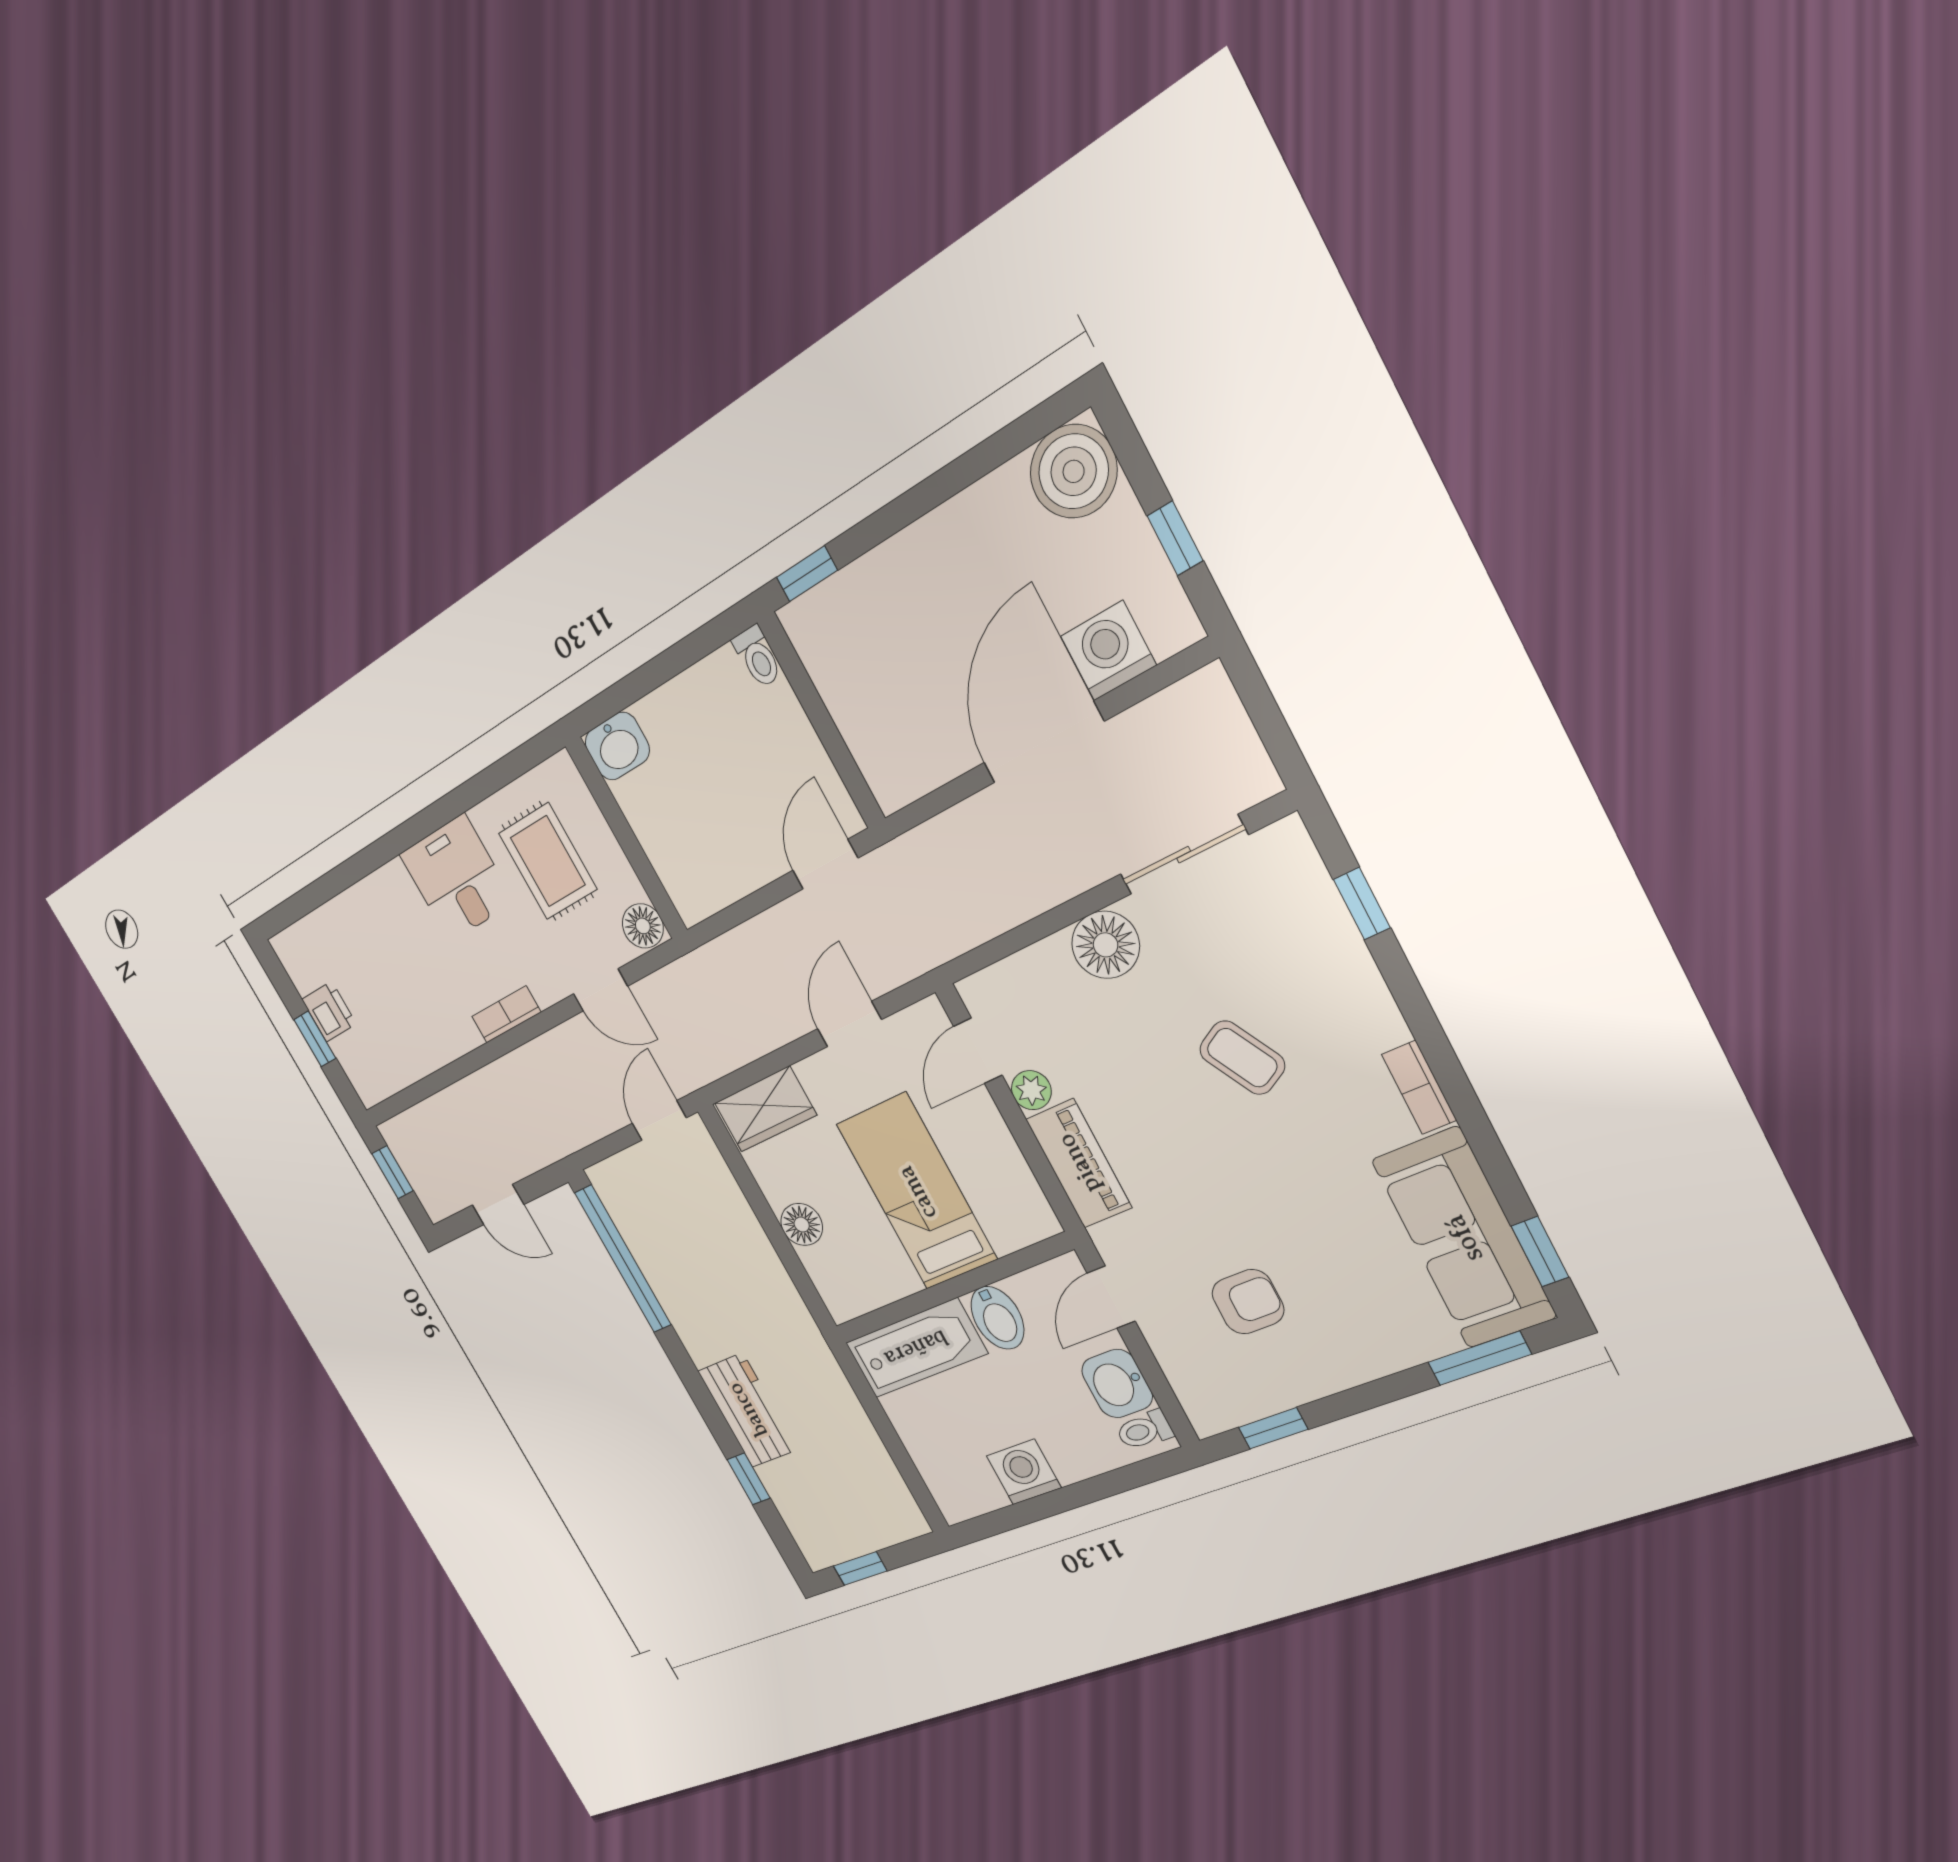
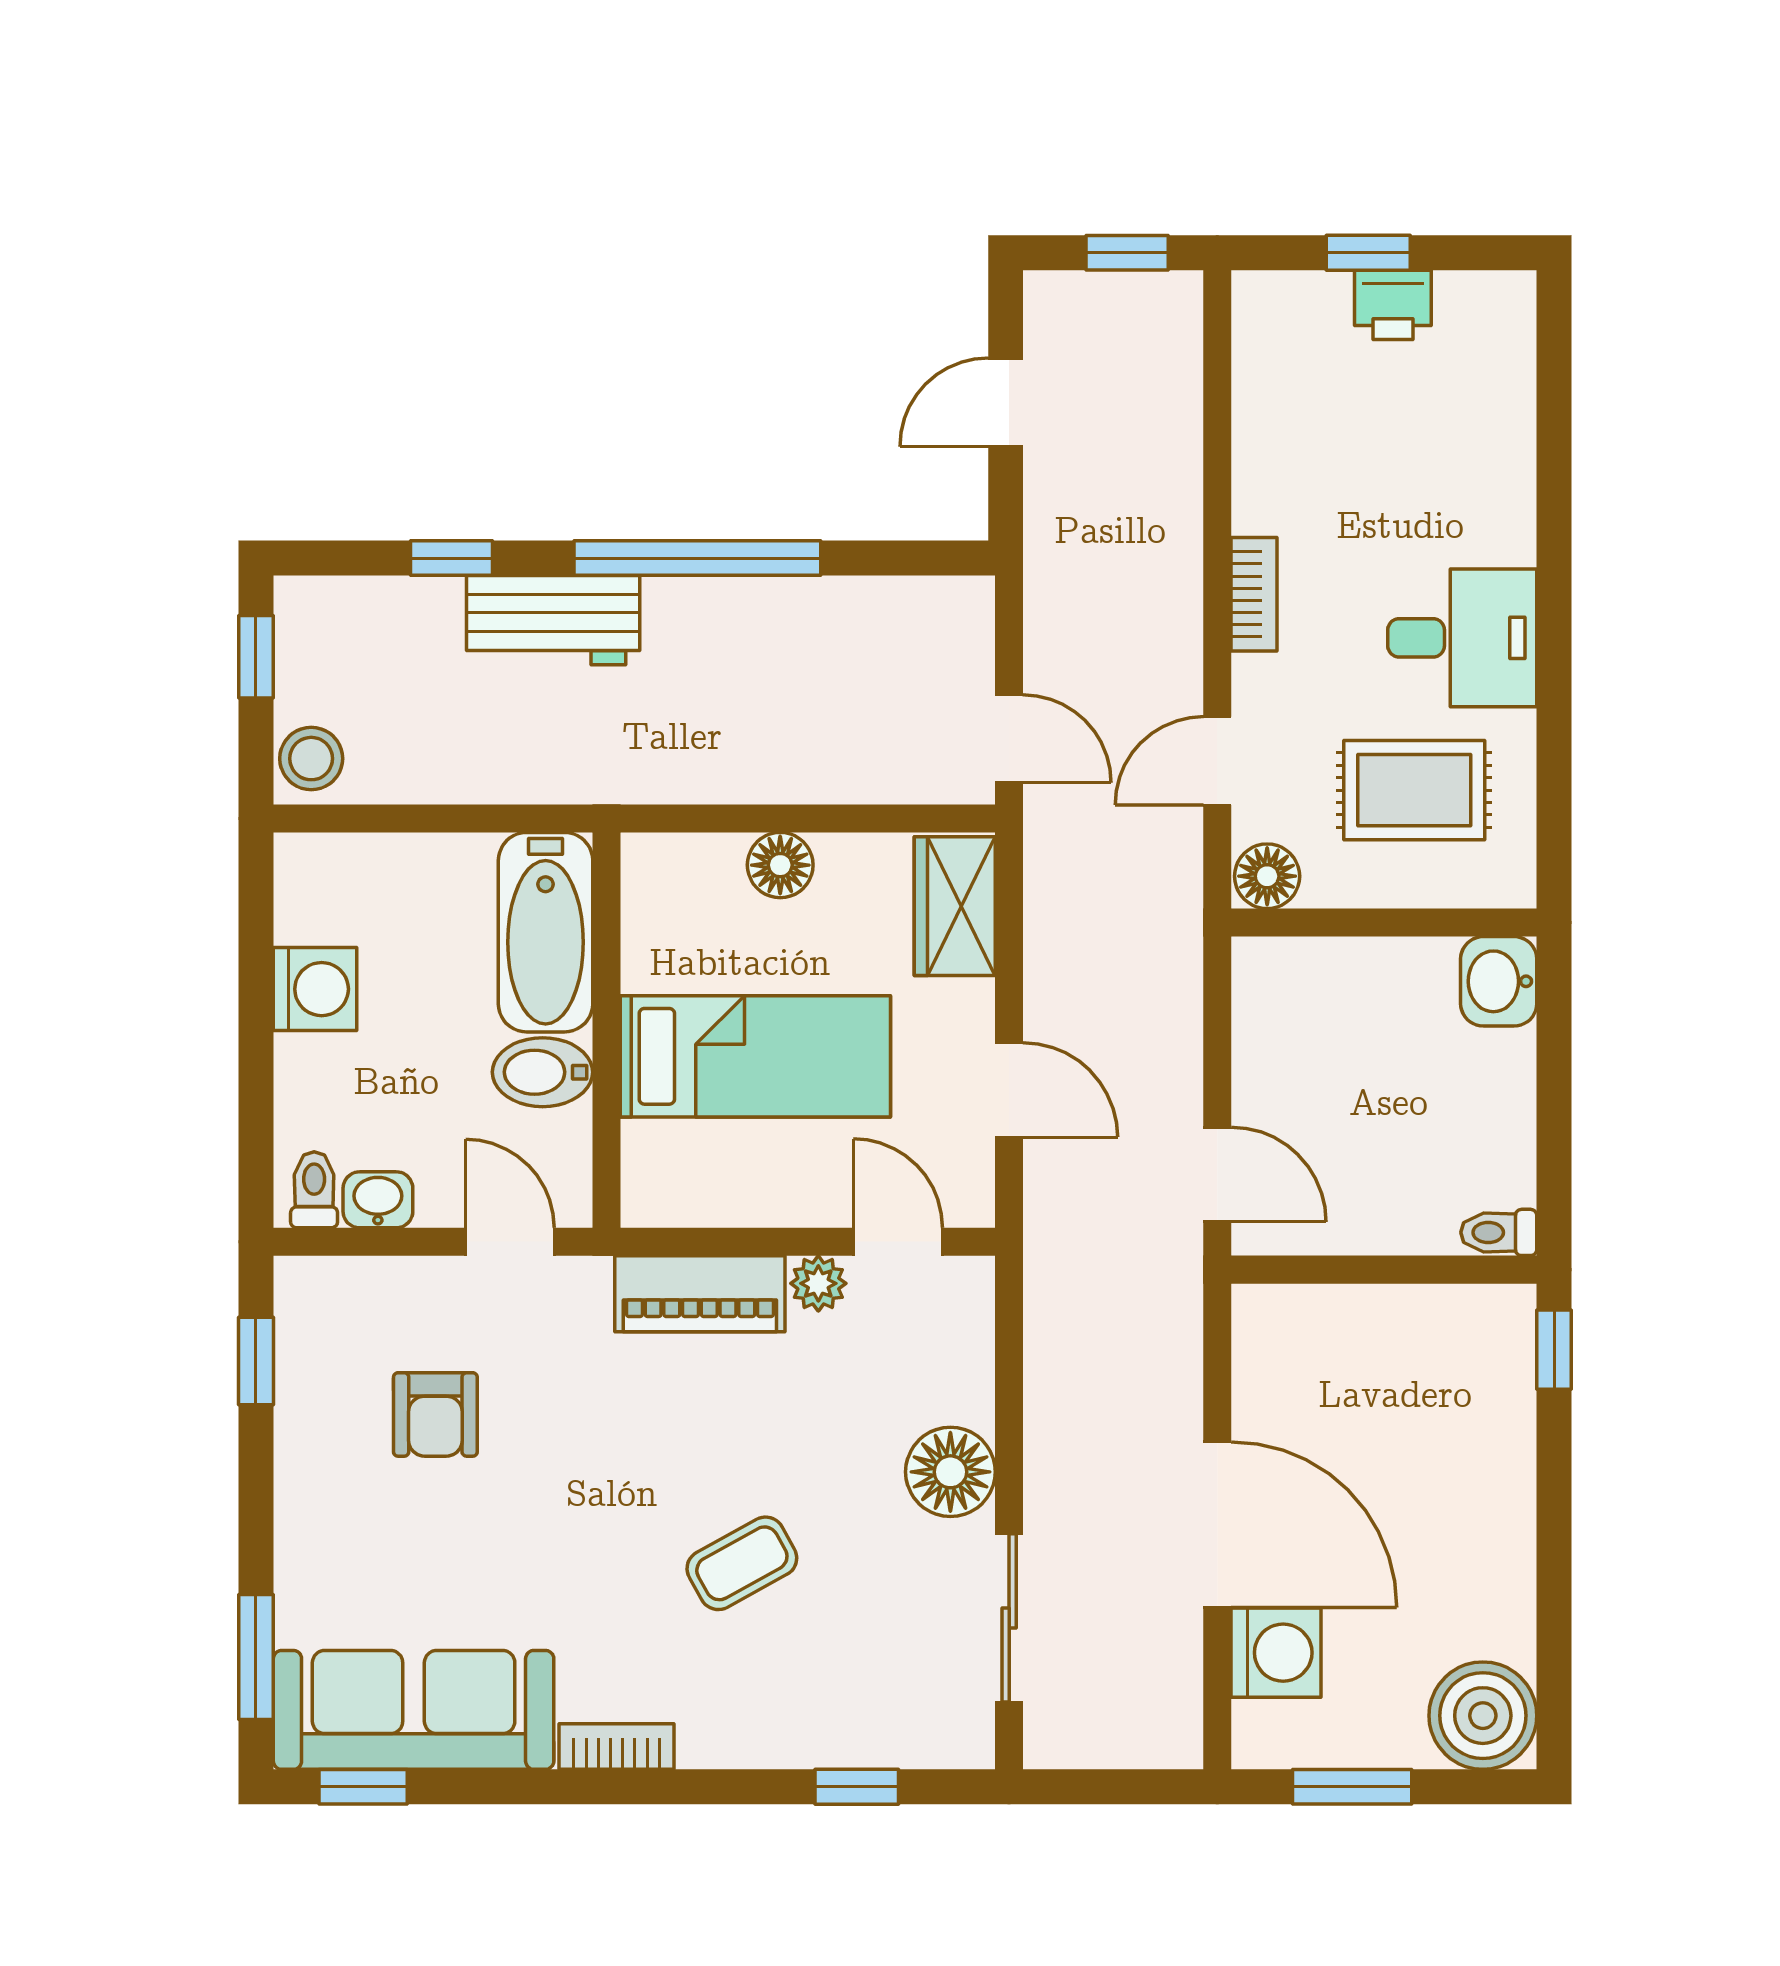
window: (1175, 538) -> (1352, 1787), width x1.50
window: (623, 1259) -> (697, 558), moved
washbasin: (1117, 1384) -> (378, 1200), width x0.72, depth x0.69
stool: (897, 1519) -> (311, 759), added

